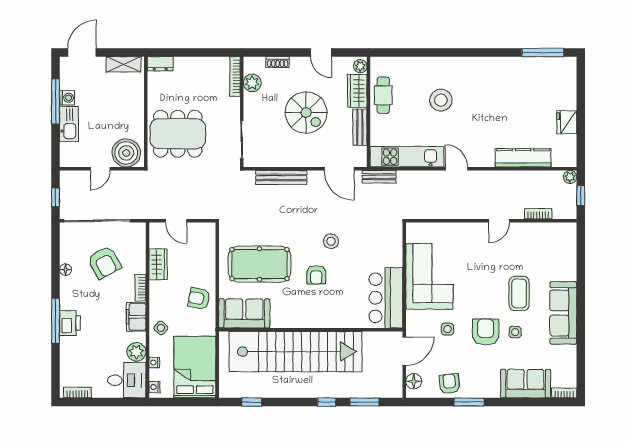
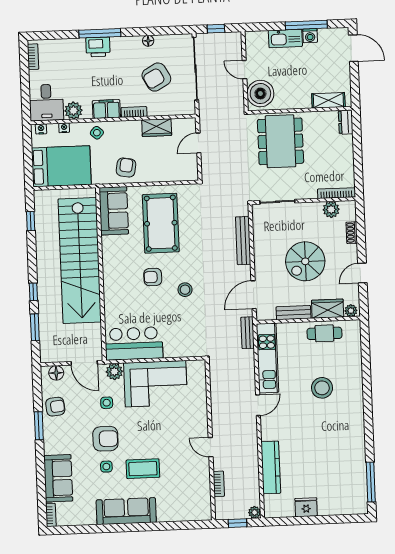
shelving: (124, 64) -> (328, 100), moved, turned 90
plant: (415, 320) -> (114, 372), added

